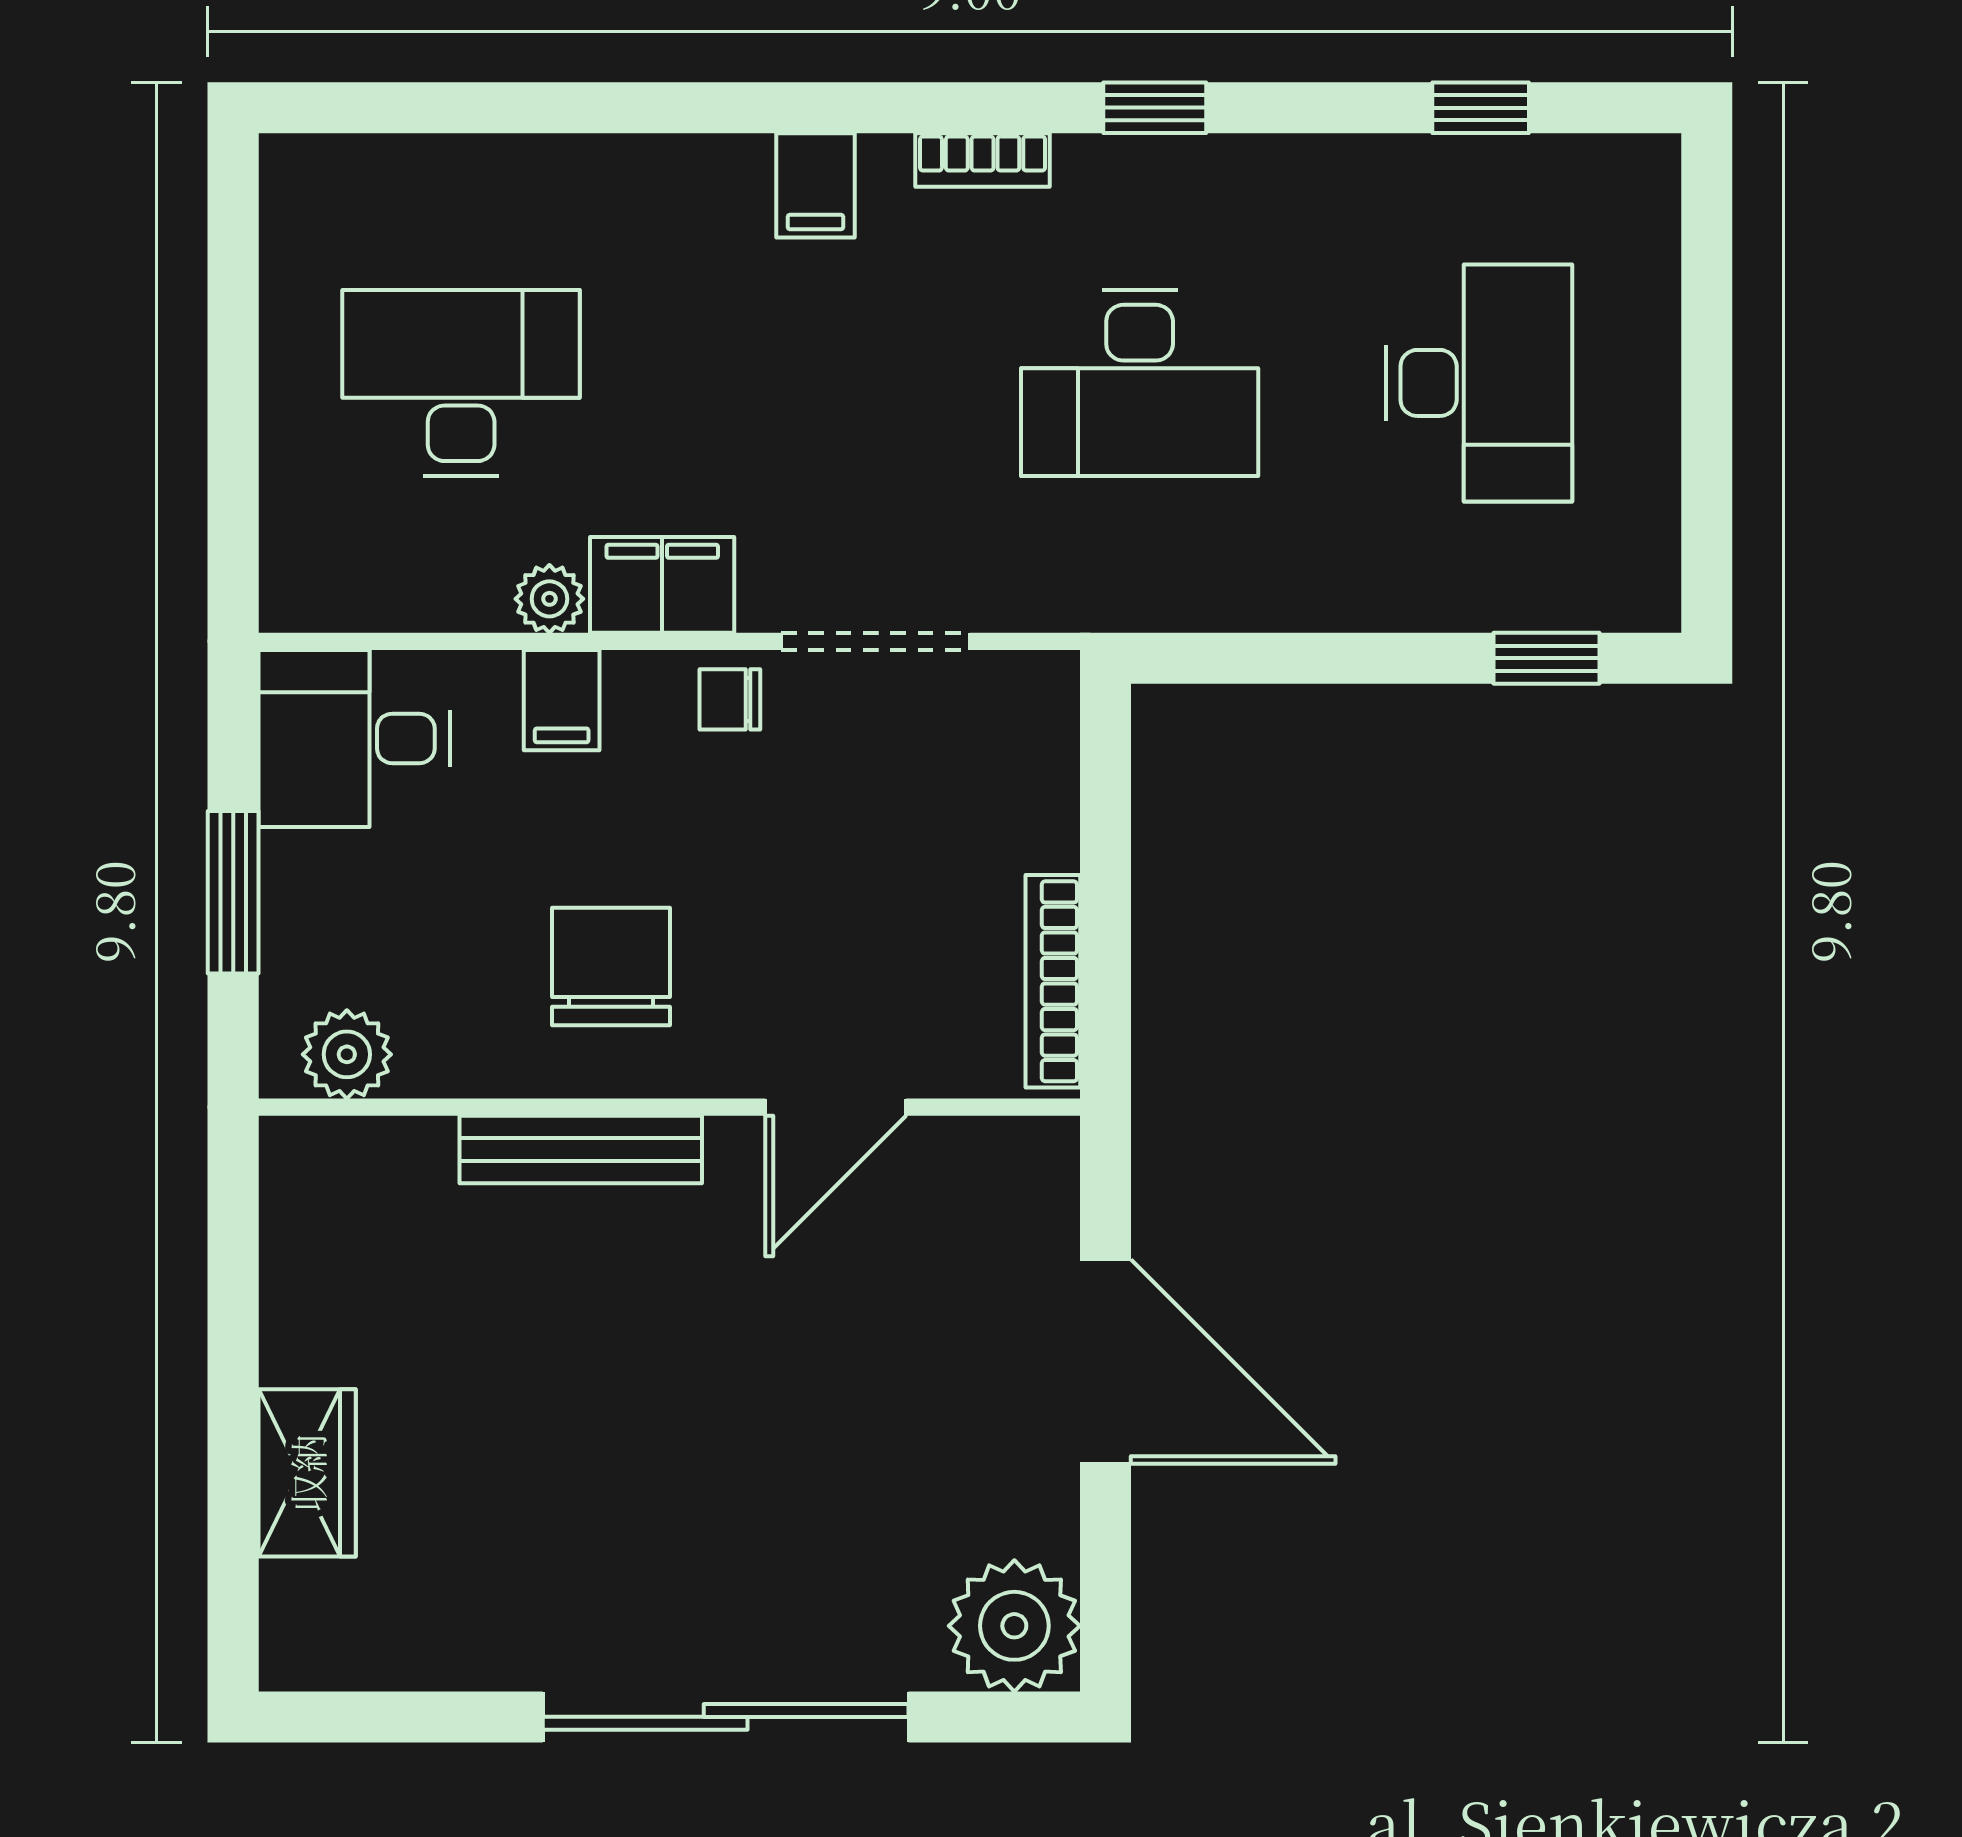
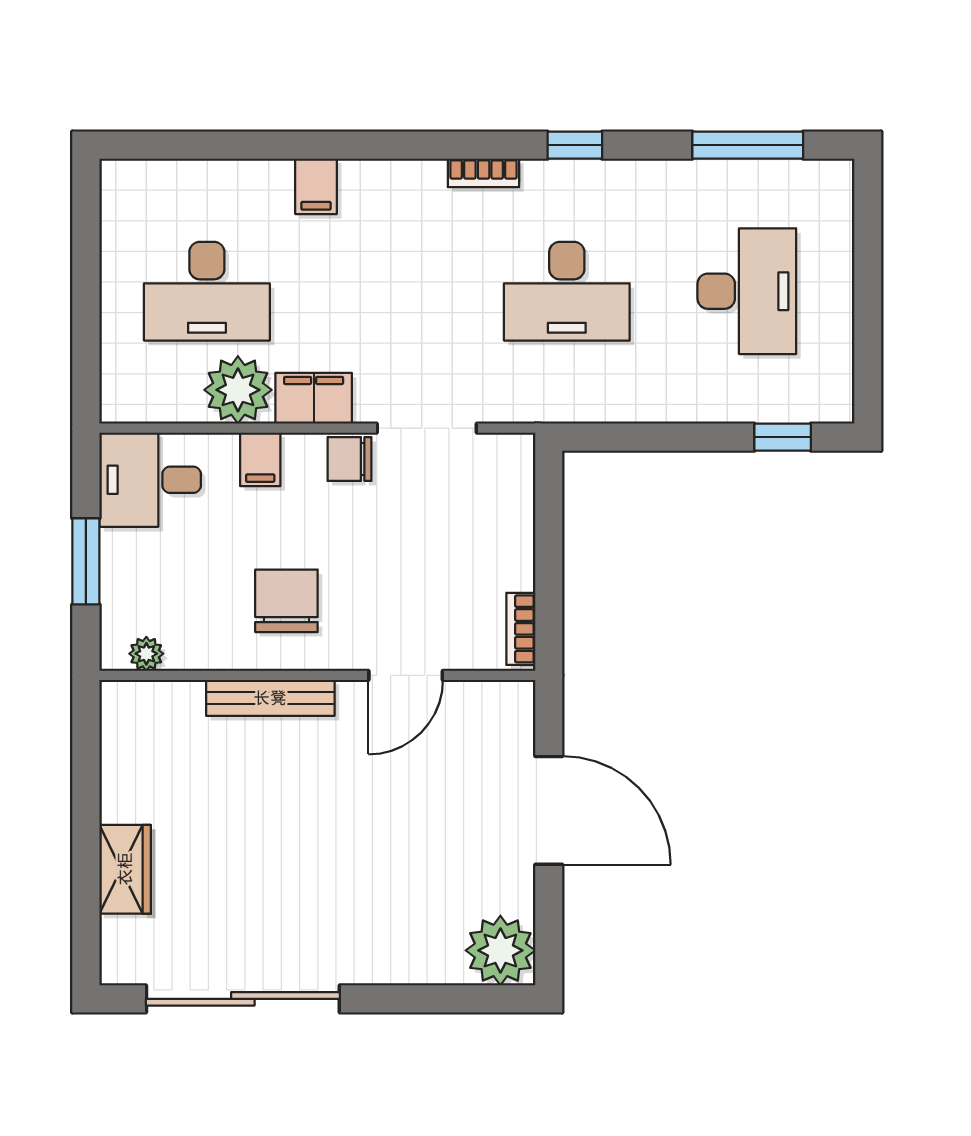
window: (1481, 108) -> (748, 145), width x2.17
filing cabinet: (815, 185) -> (316, 186), moved
desk: (461, 383) -> (207, 291), turned 180
plant: (549, 599) -> (238, 390), width x1.88, depth x1.88
chair: (730, 699) -> (350, 459), width x1.37, depth x1.37
bookcase: (1053, 981) -> (521, 629), width x0.64
plant: (347, 1054) -> (146, 654), width x0.73, depth x0.73
sliding door: (726, 1717) -> (243, 999), moved

